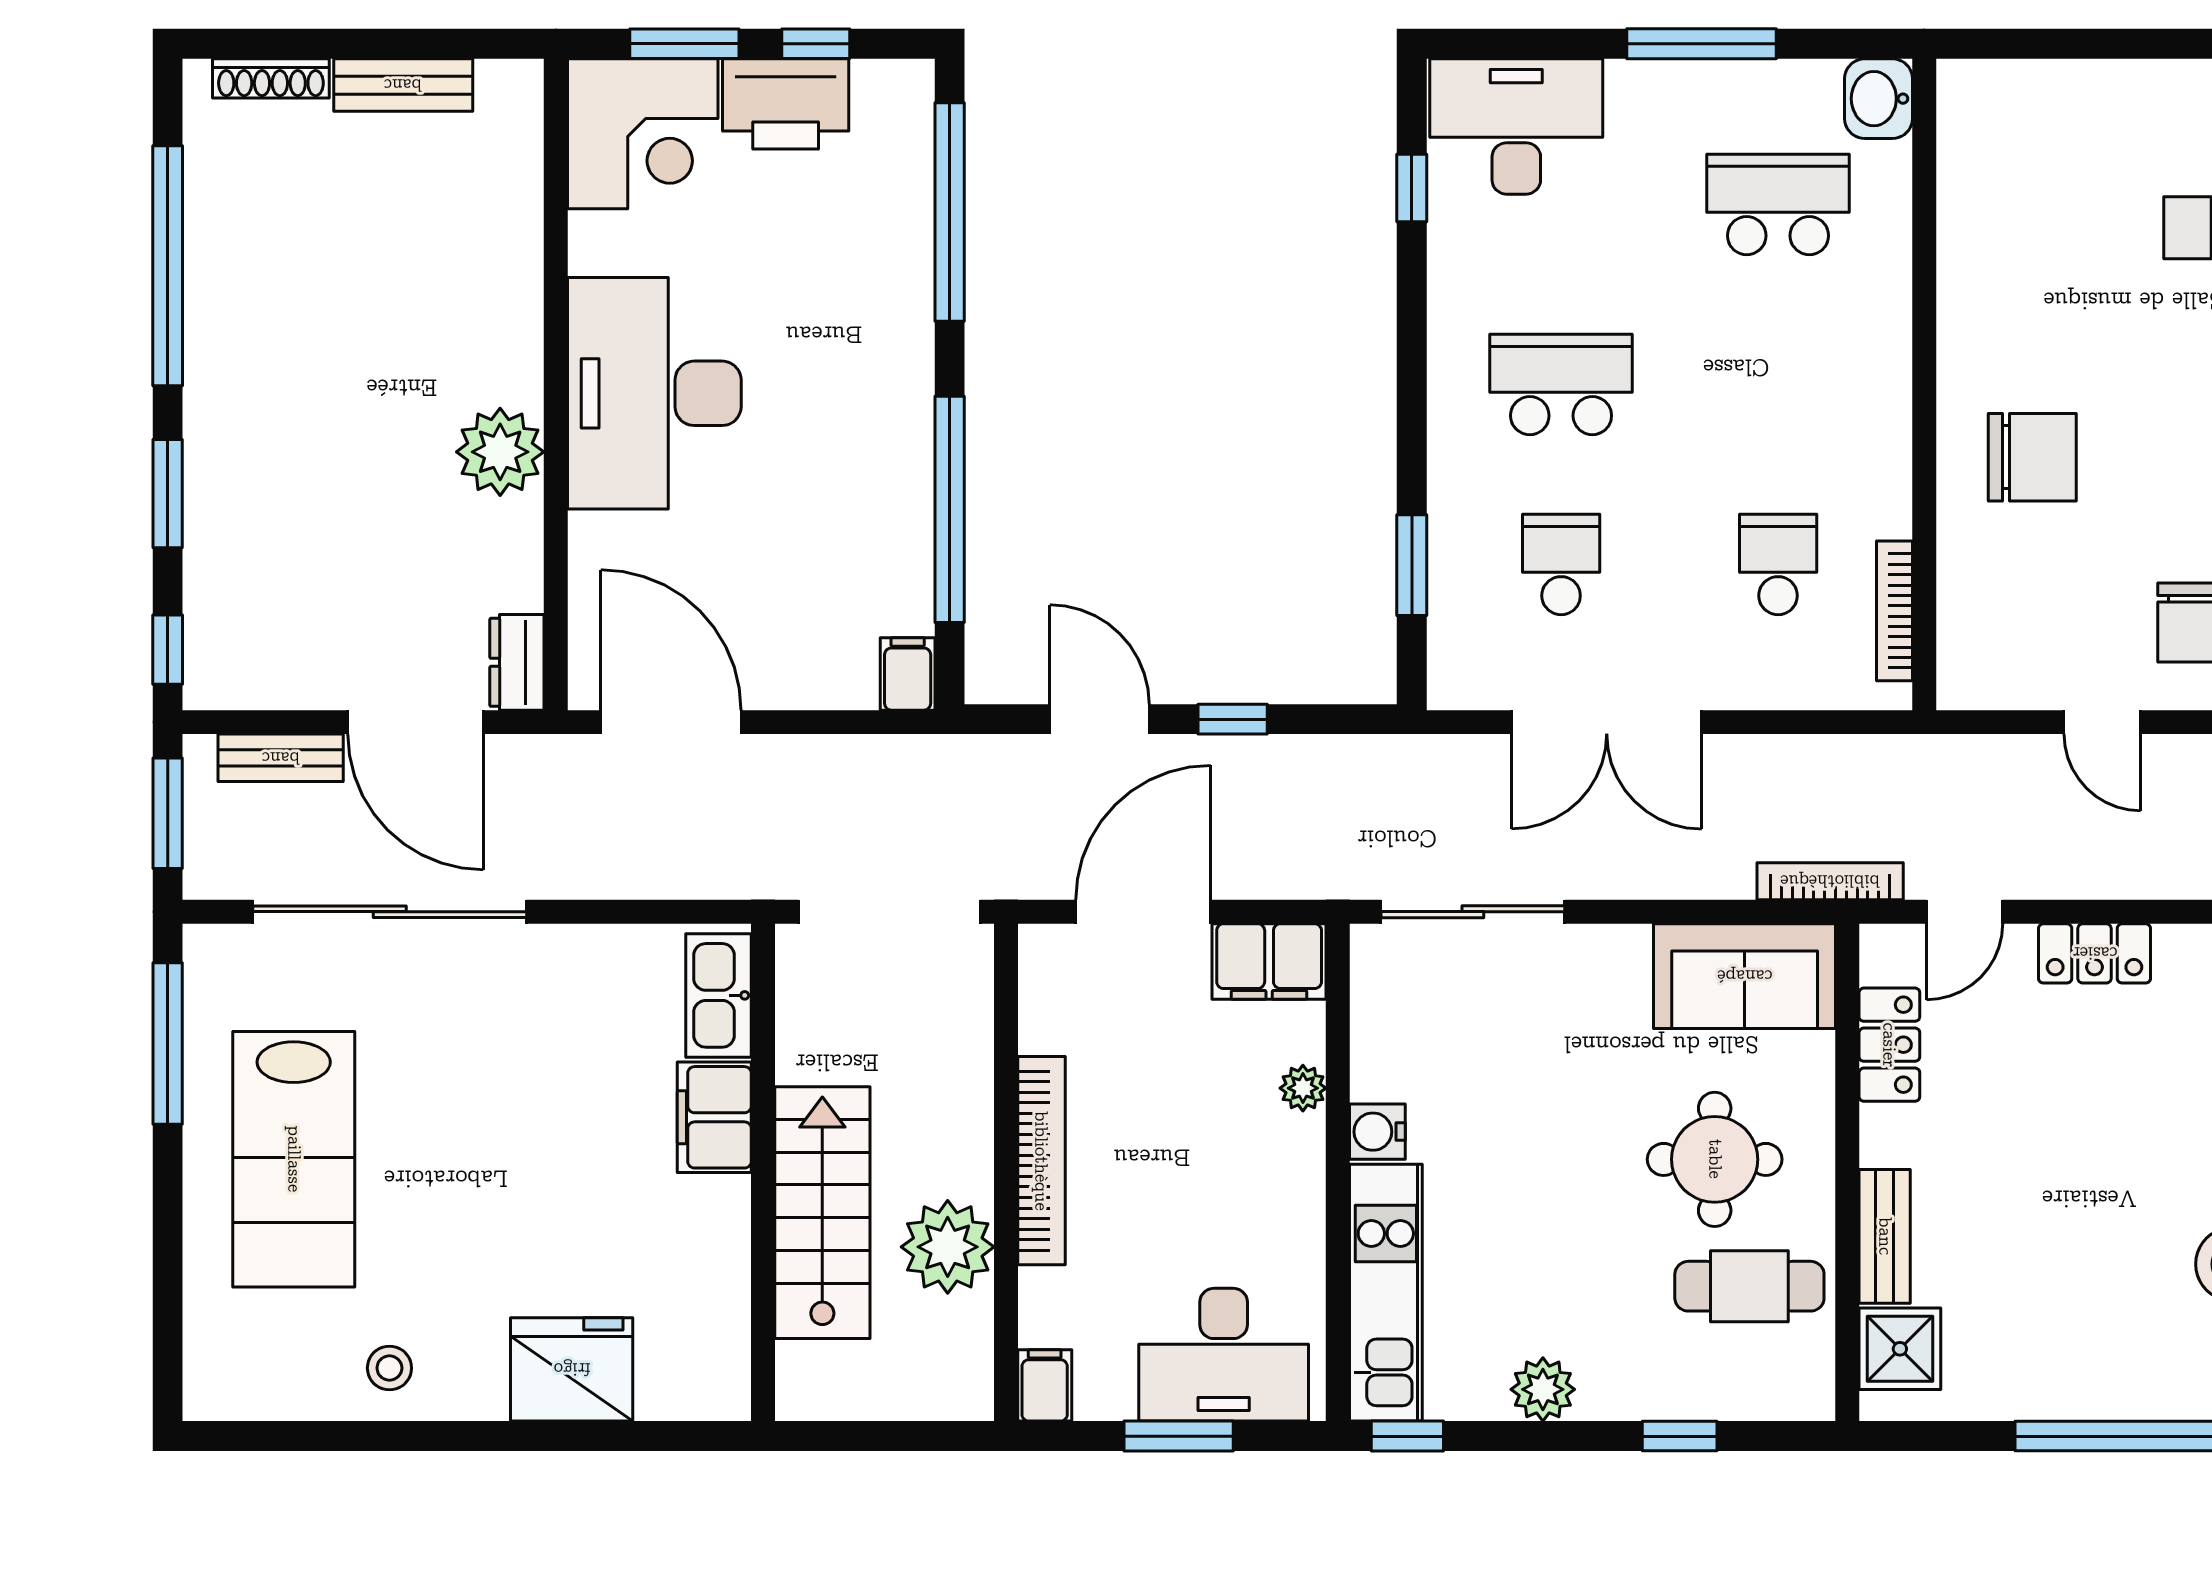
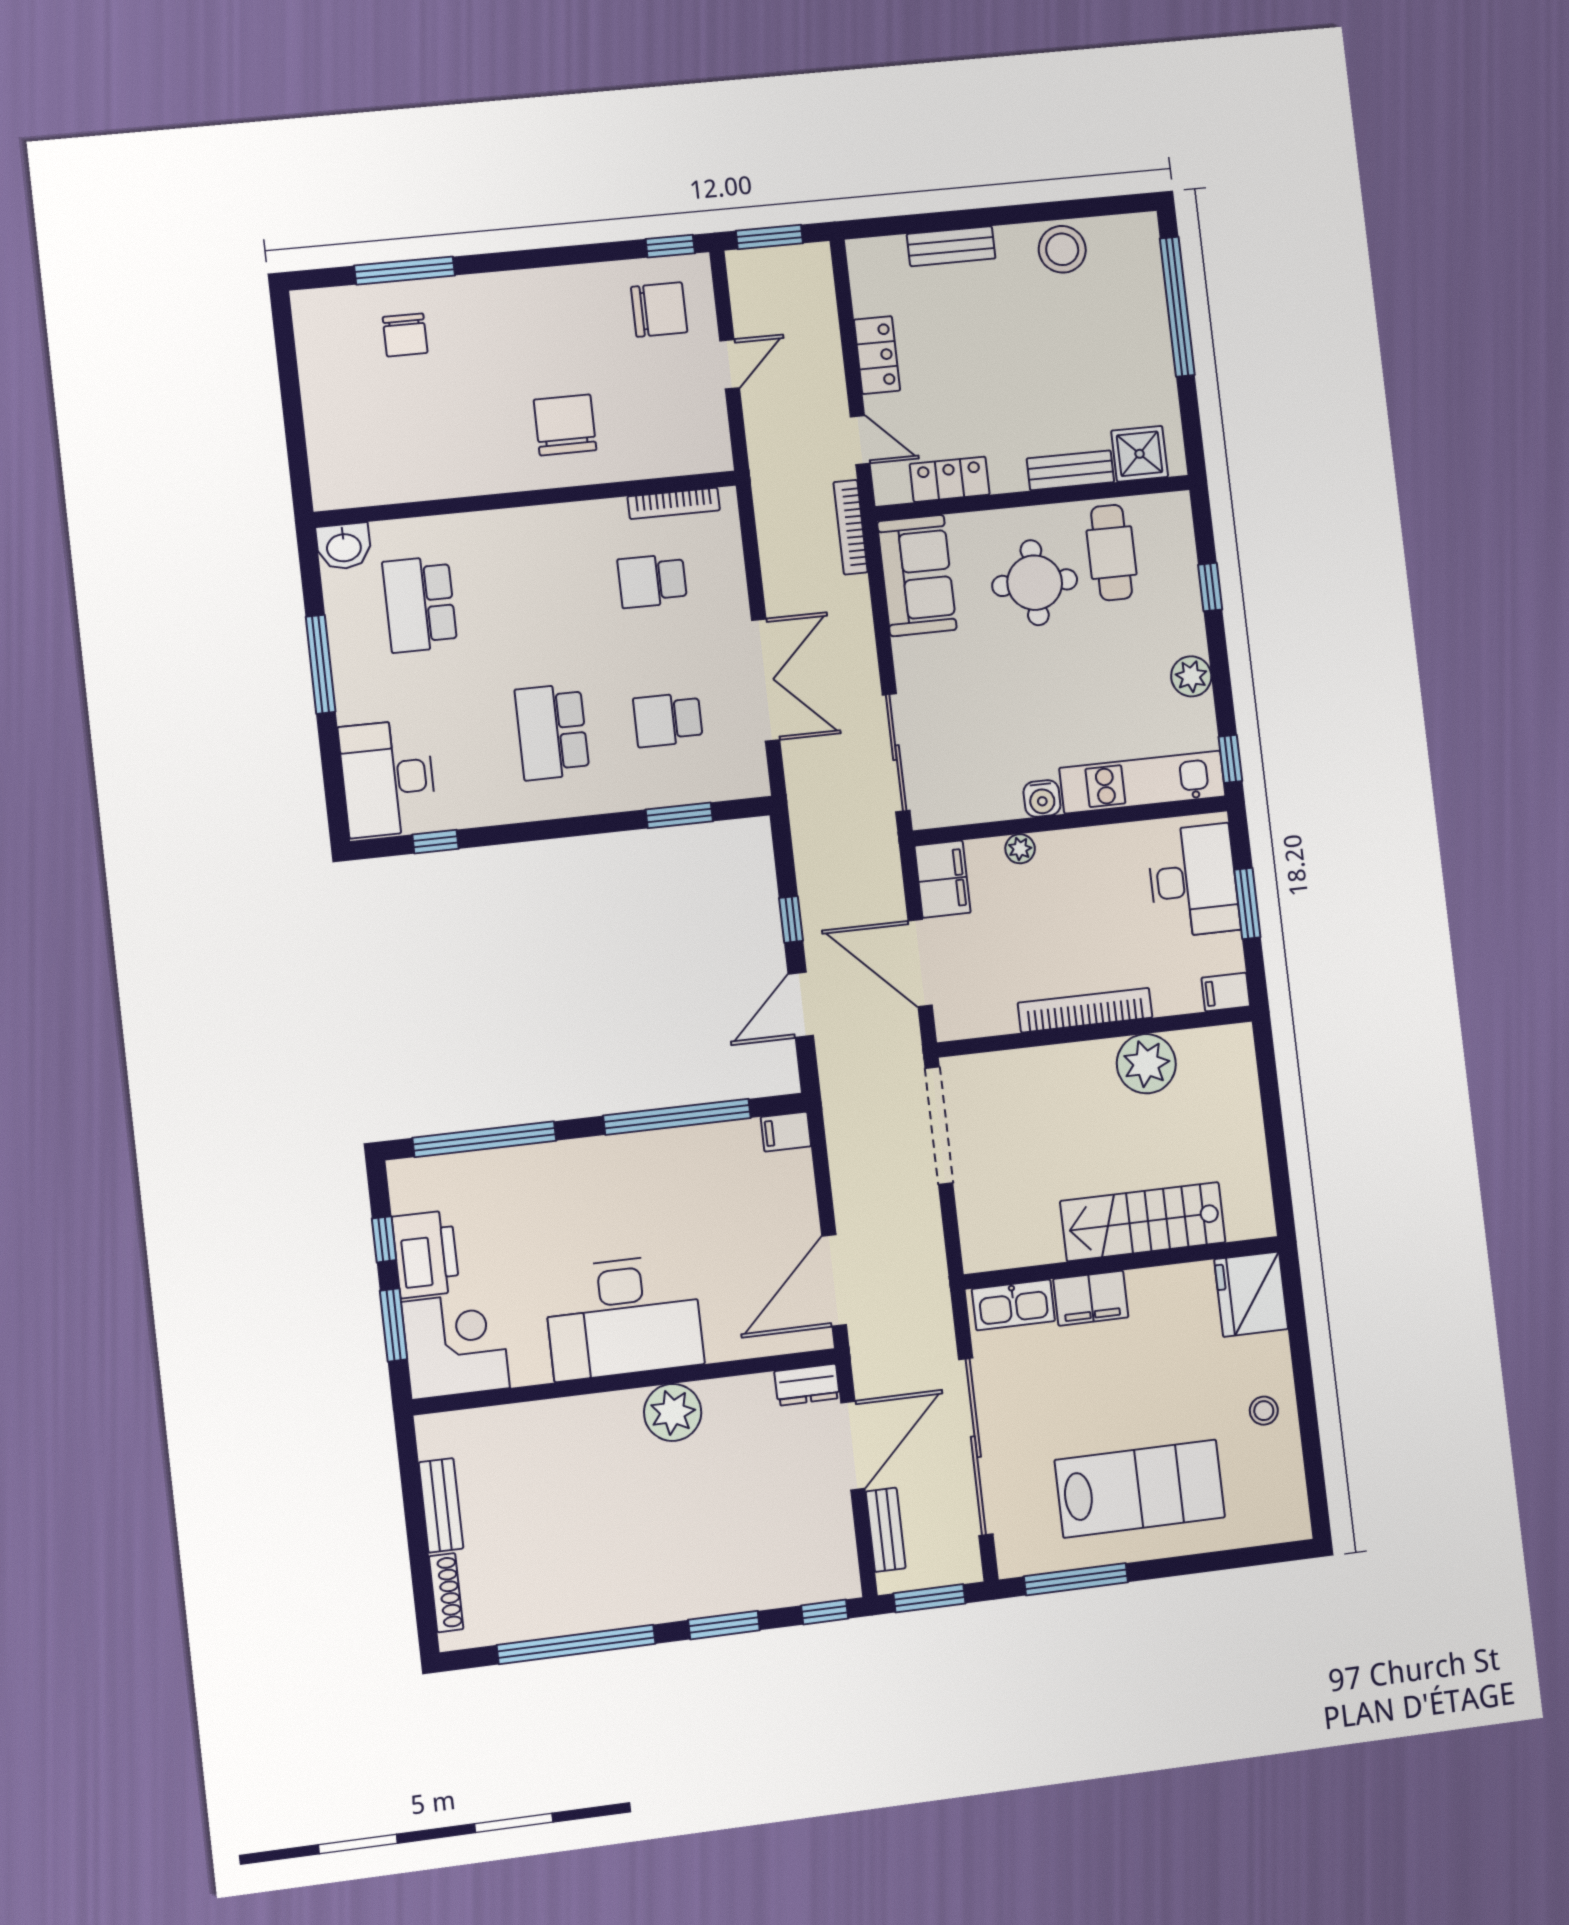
kitchen sink: (719, 995) -> (1013, 1305), moved
filing cabinet: (714, 1117) -> (1091, 1298), moved
wall: (763, 1172) -> (1122, 1263), moved
stairs: (822, 1213) -> (1143, 1222), moved

